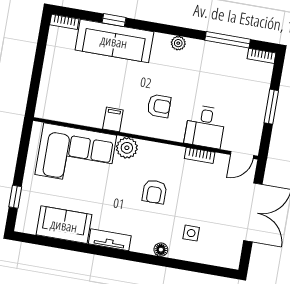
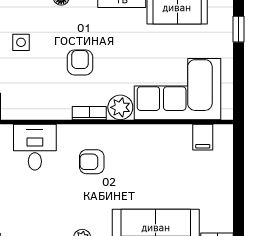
filing cabinet: (113, 119) -> (203, 137), moved
bookcase: (200, 155) -> (89, 113), moved
side table: (191, 233) -> (21, 42), moved

